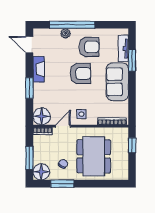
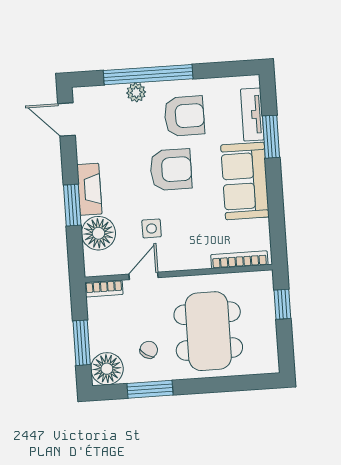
fireplace: (39, 69) -> (89, 189), moved
side table: (81, 114) -> (152, 228), moved
floor lamp: (42, 116) -> (98, 233), moved

